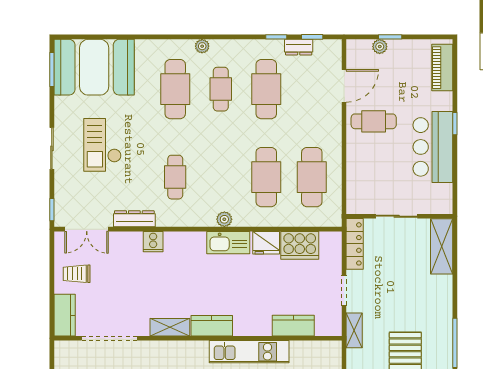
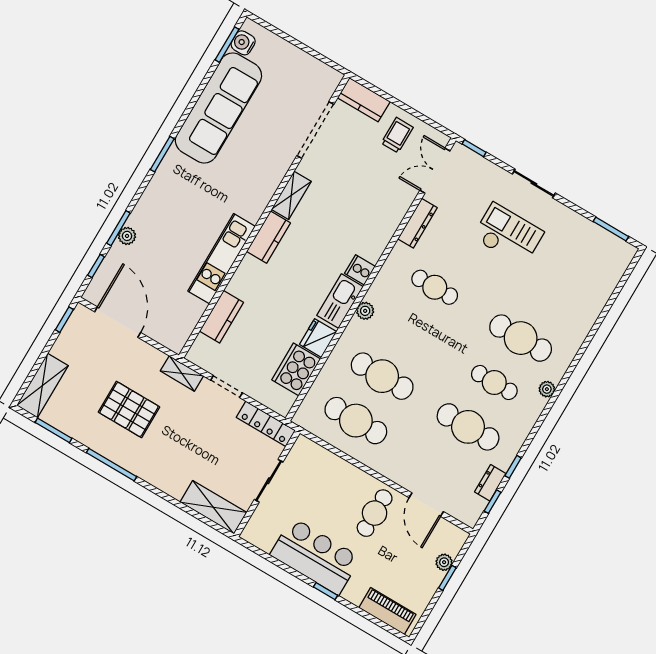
booth: (94, 67) -> (589, 272), removed
cooker: (153, 242) -> (360, 270), moved

